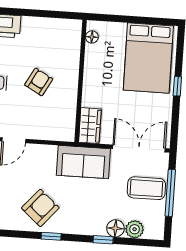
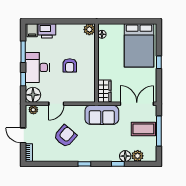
plant: (73, 28) -> (89, 29), added
armchair: (39, 82) -> (70, 65), turned 151
armchair: (40, 208) -> (65, 136), moved

